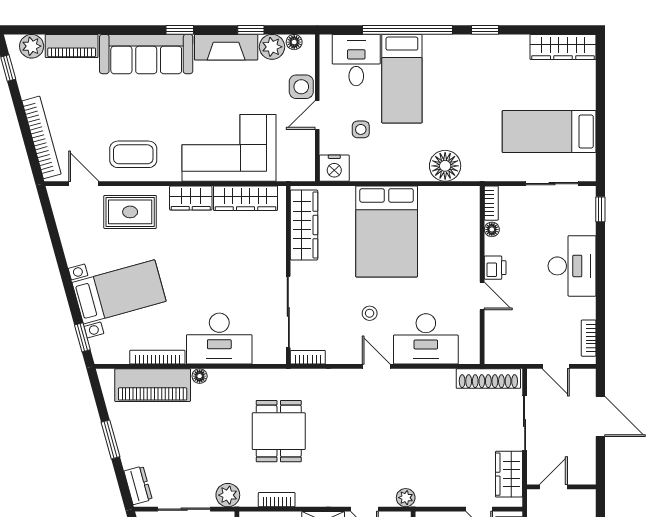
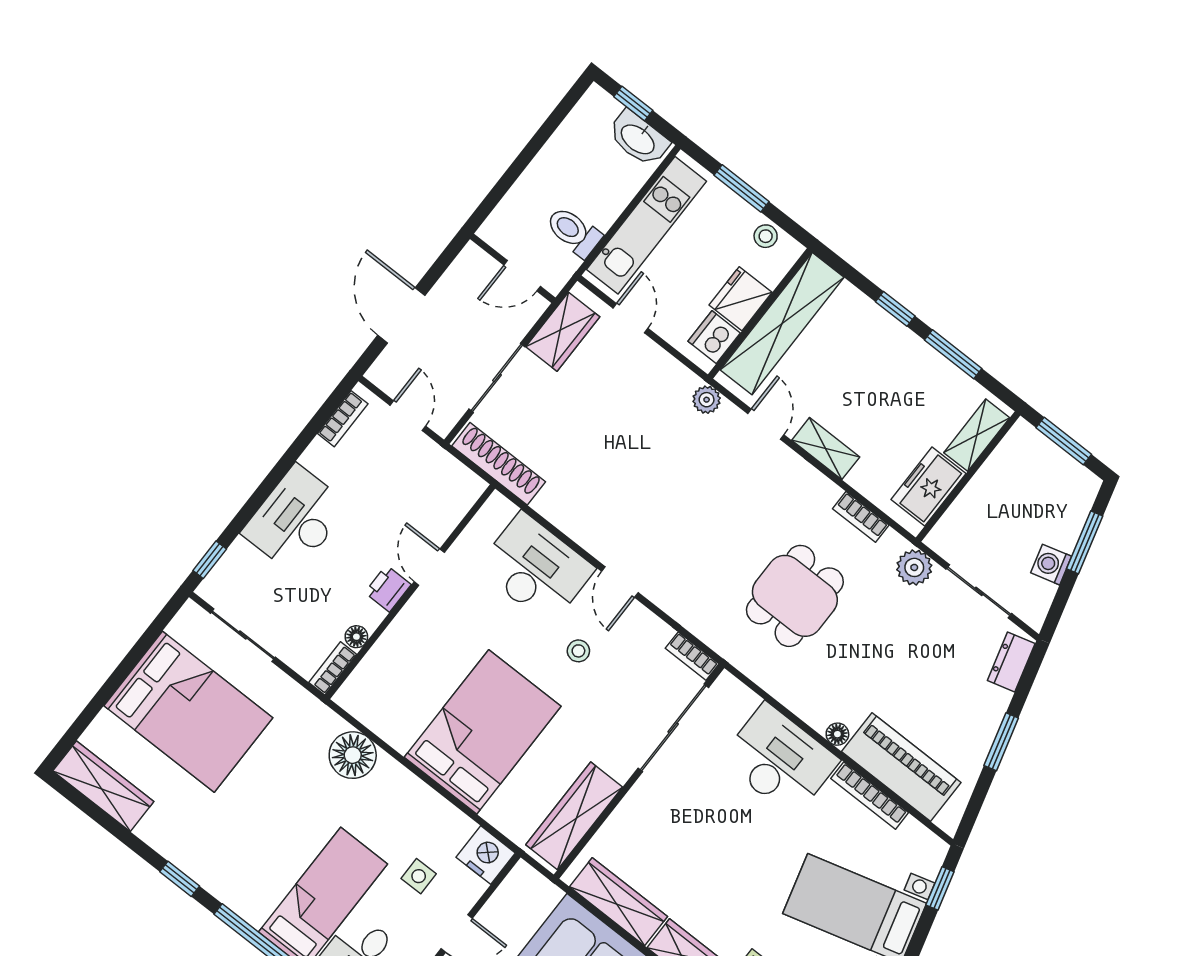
bed: (549, 131) -> (188, 712), width x1.50

